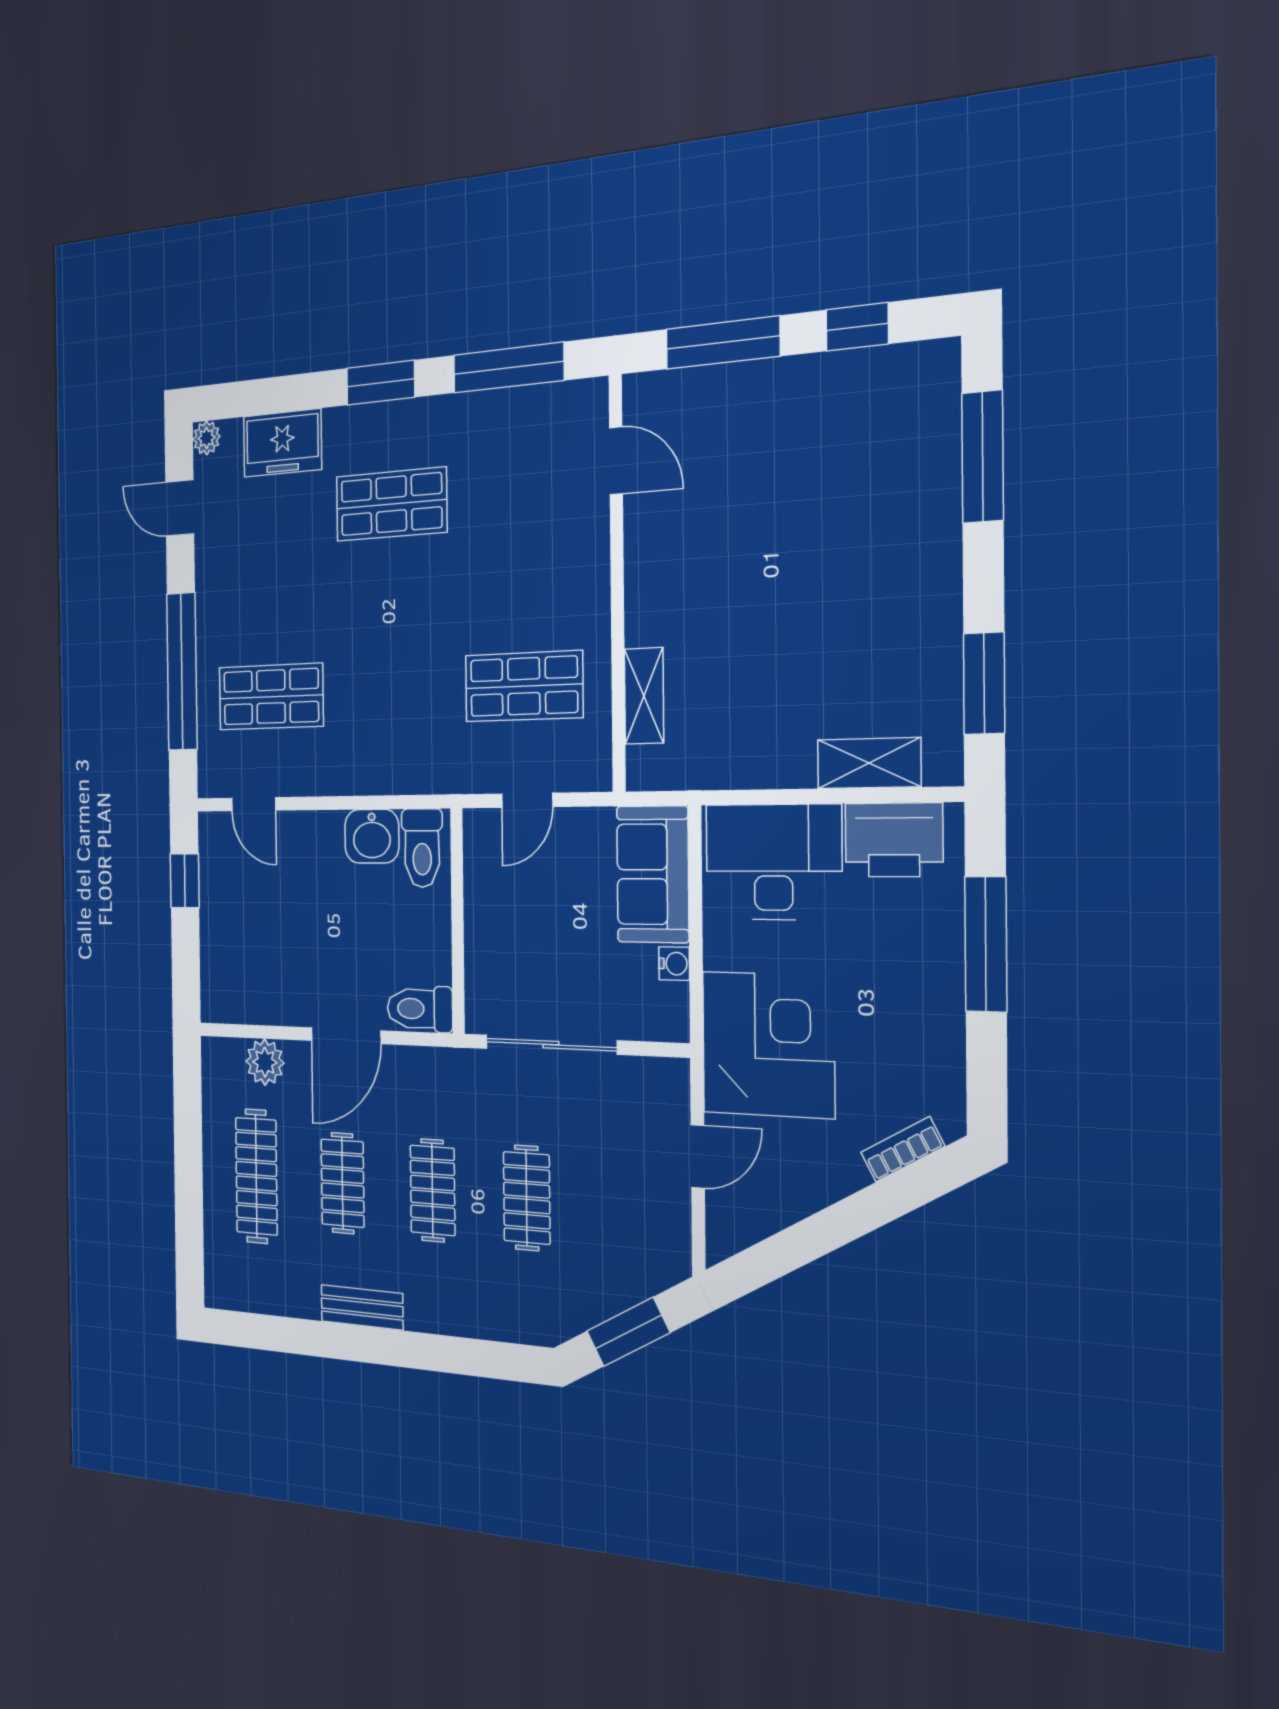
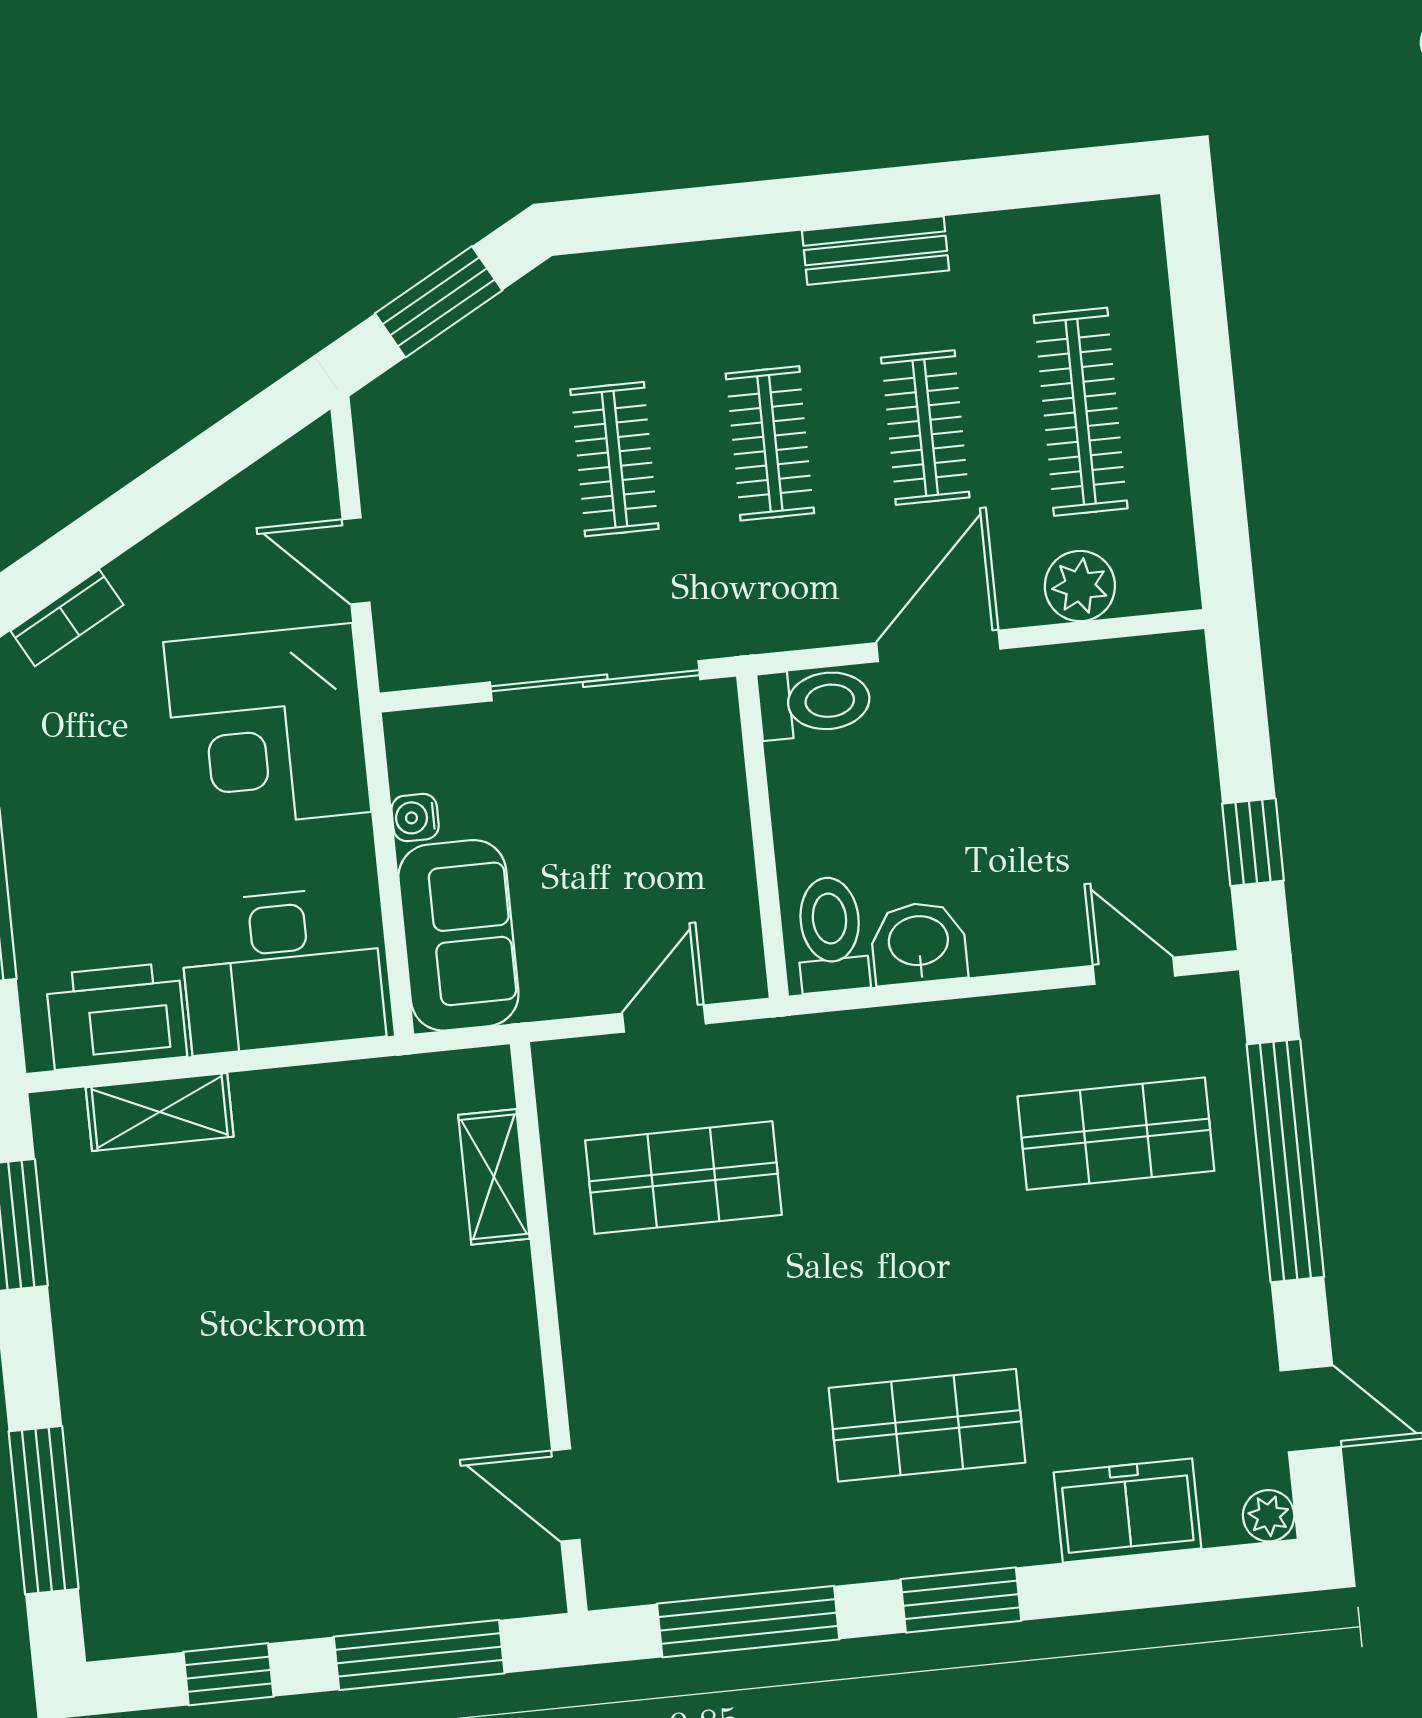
door: (698, 1157) -> (356, 561), hinge flipped

